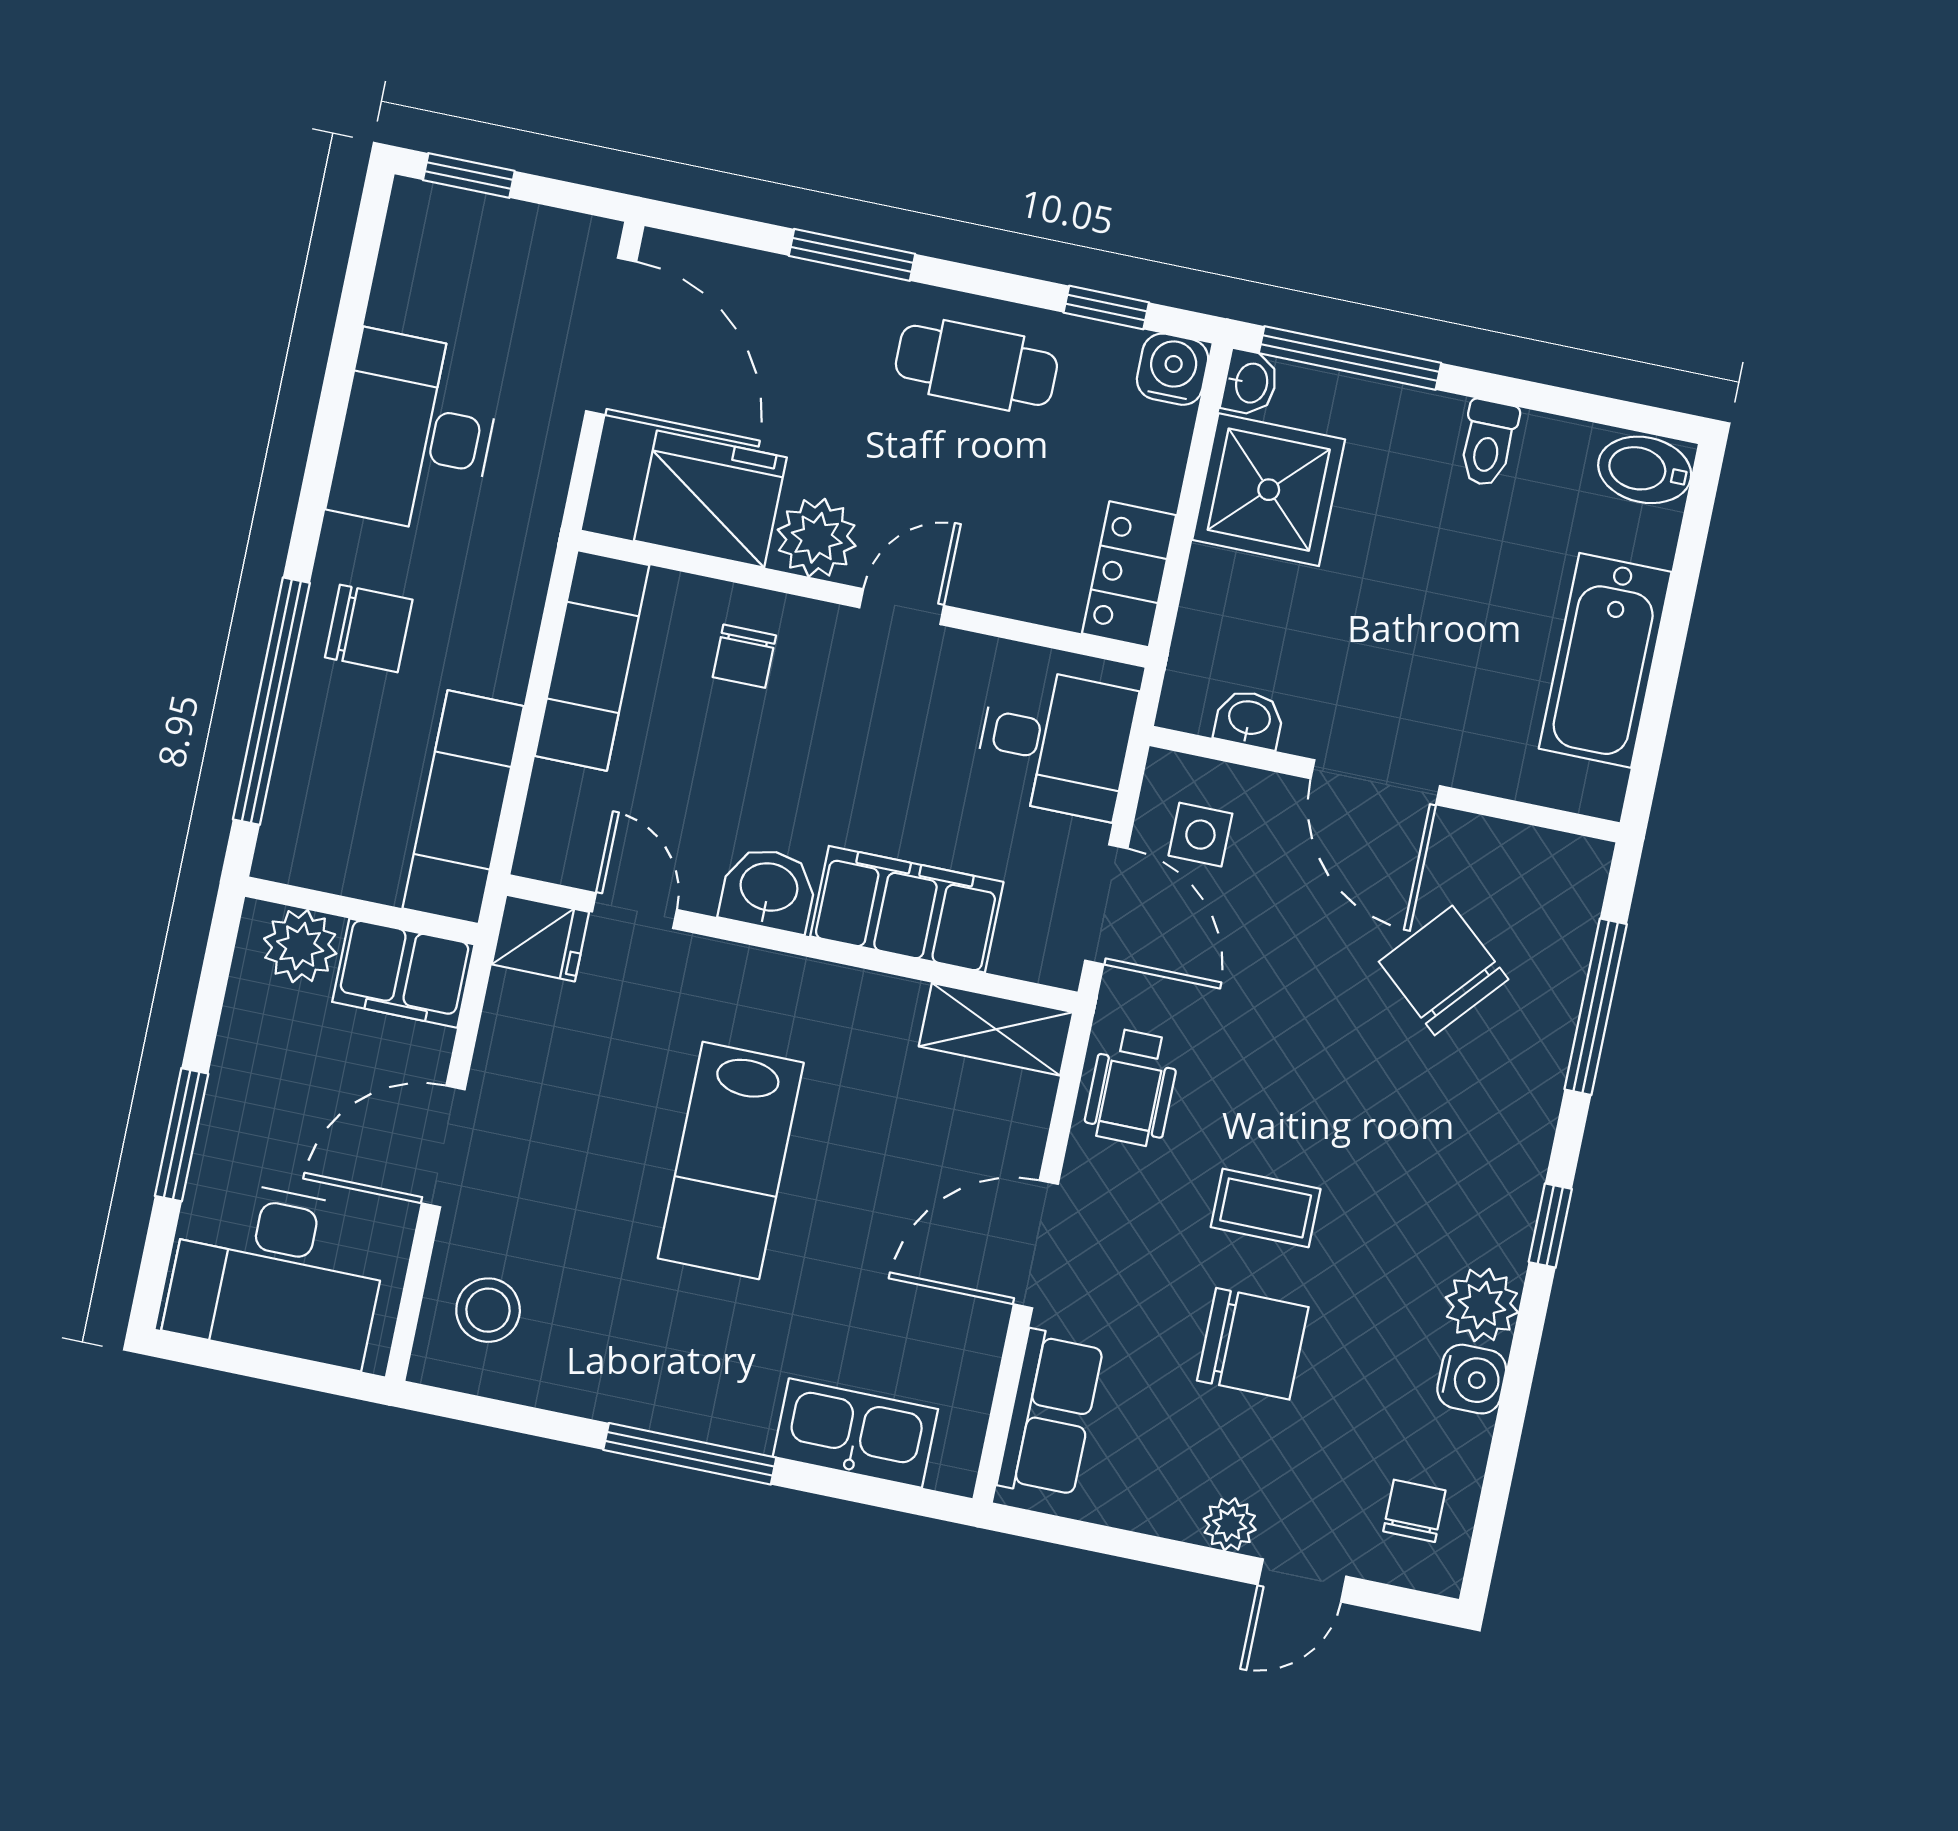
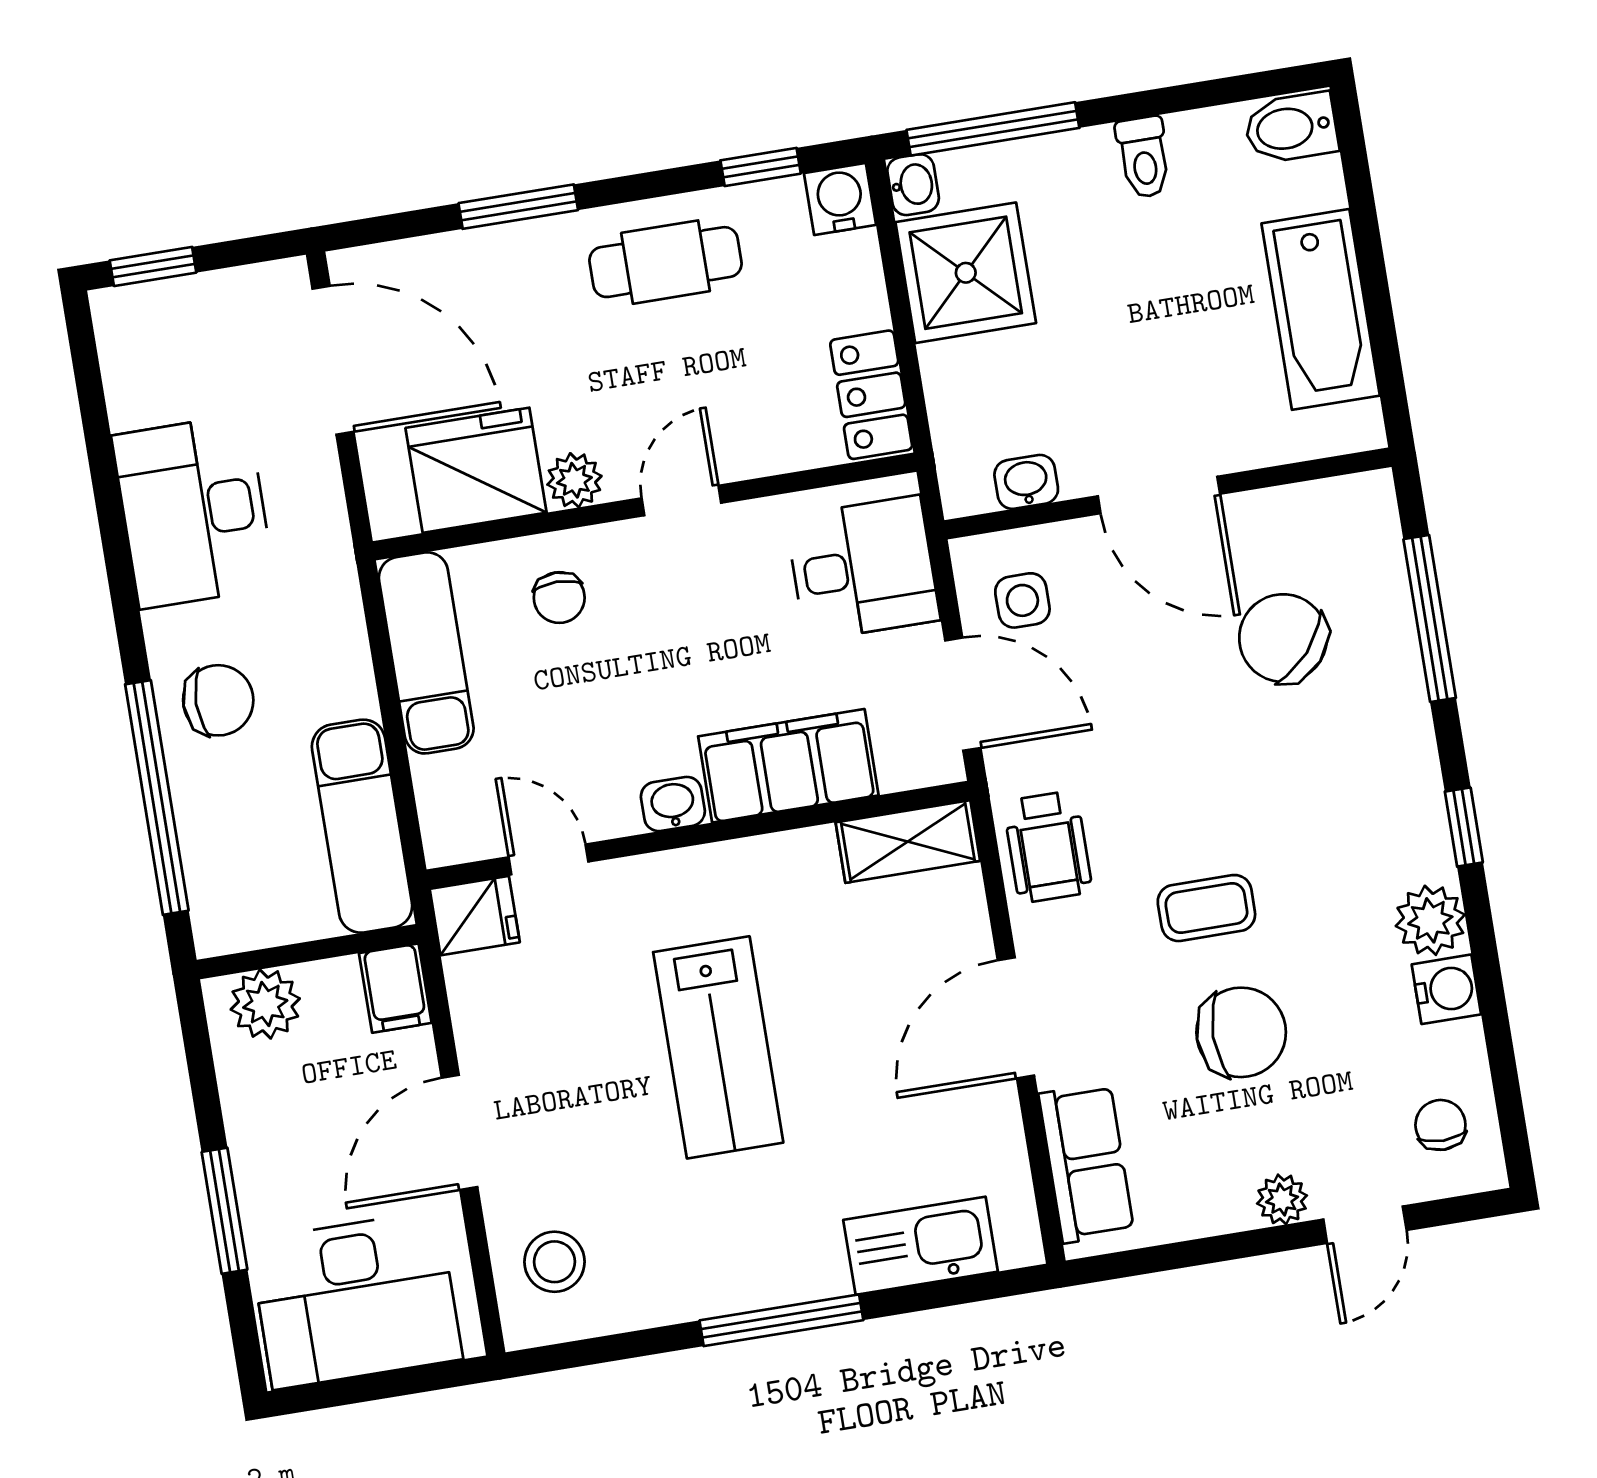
plant: (817, 538) -> (574, 480), width x0.73, depth x0.73
washbasin: (769, 889) -> (673, 804), width x0.72, depth x0.69
filing cabinet: (403, 973) -> (395, 988), width x0.50

